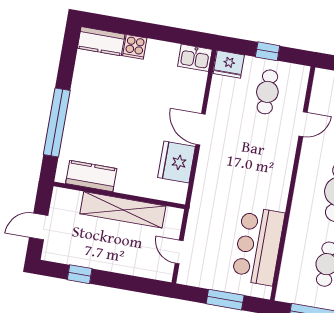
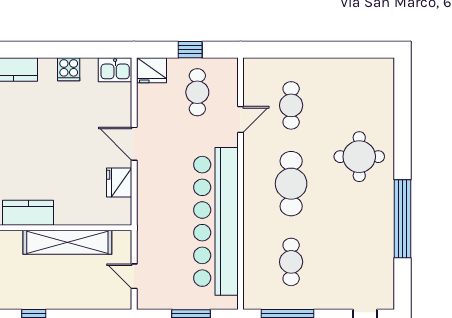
cooker: (135, 47) -> (69, 69), moved
fridge: (177, 162) -> (119, 182), width x0.73, depth x0.75
bar counter: (258, 246) -> (216, 221), width x1.86

